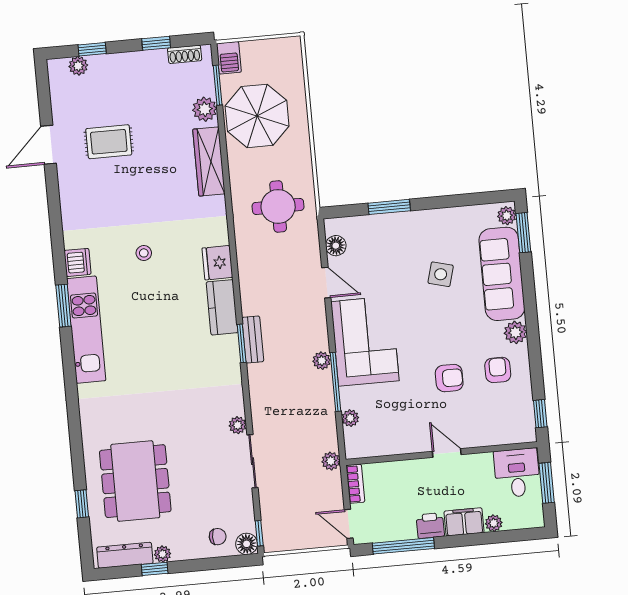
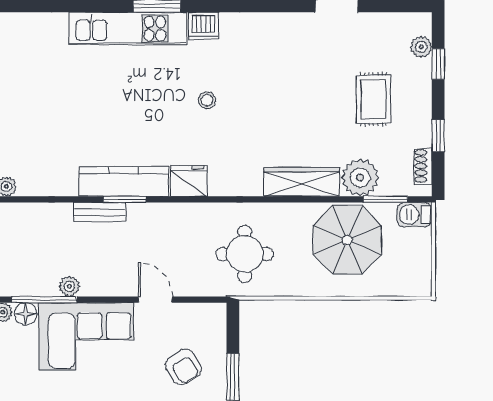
plant: (205, 109) -> (360, 178), width x1.36, depth x1.36
rug: (109, 142) -> (374, 99), moved
floor lamp: (336, 246) -> (26, 314), moved
armchair: (384, 252) -> (183, 367), added
door: (326, 283) -> (155, 300), swing flipped
kitchen counter: (222, 307) -> (124, 181), width x1.50
window: (242, 343) -> (125, 199), moved

